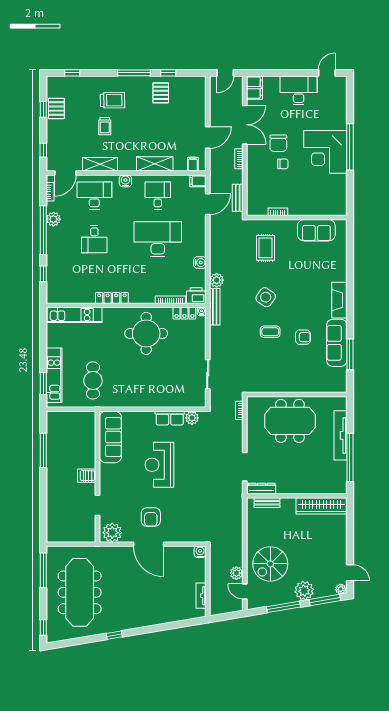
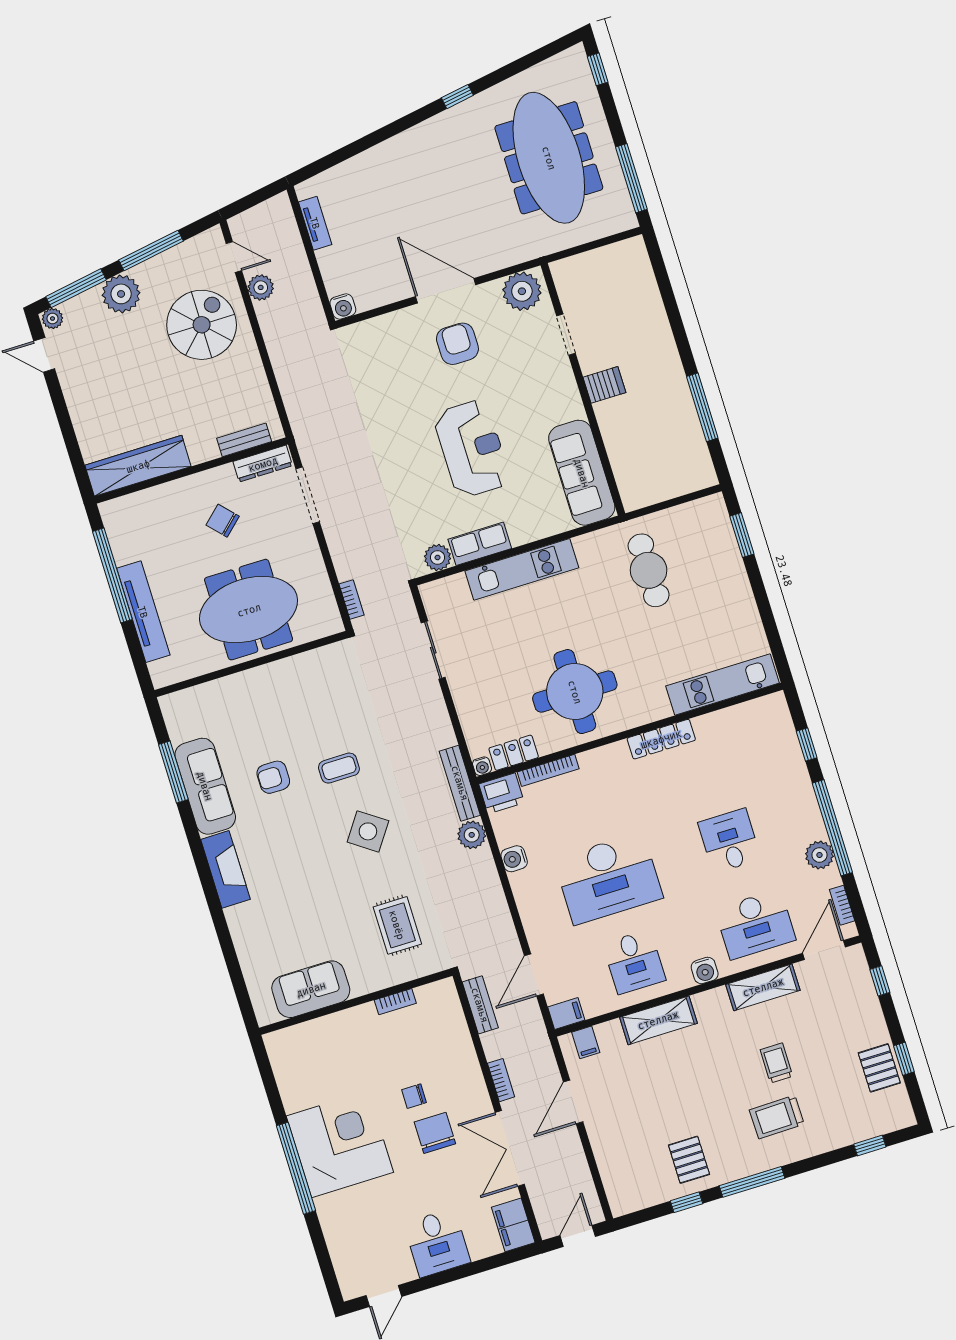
desk: (299, 90) -> (437, 1243), width x0.73
kitchen unit: (54, 375) -> (522, 569), moved, turned -90
chair: (289, 467) -> (223, 521), added

